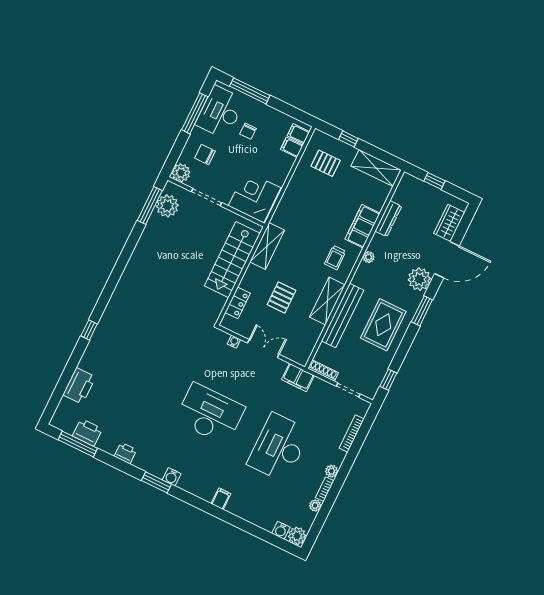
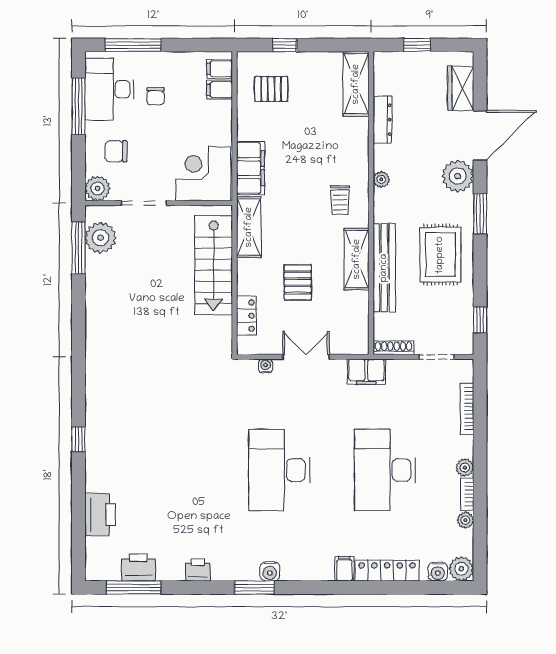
shelving: (376, 168) -> (356, 84), moved, turned 90
filing cabinet: (363, 226) -> (251, 168), moved, turned 180
desk: (210, 414) -> (279, 470), turned -90
locker: (248, 514) -> (387, 571), added

